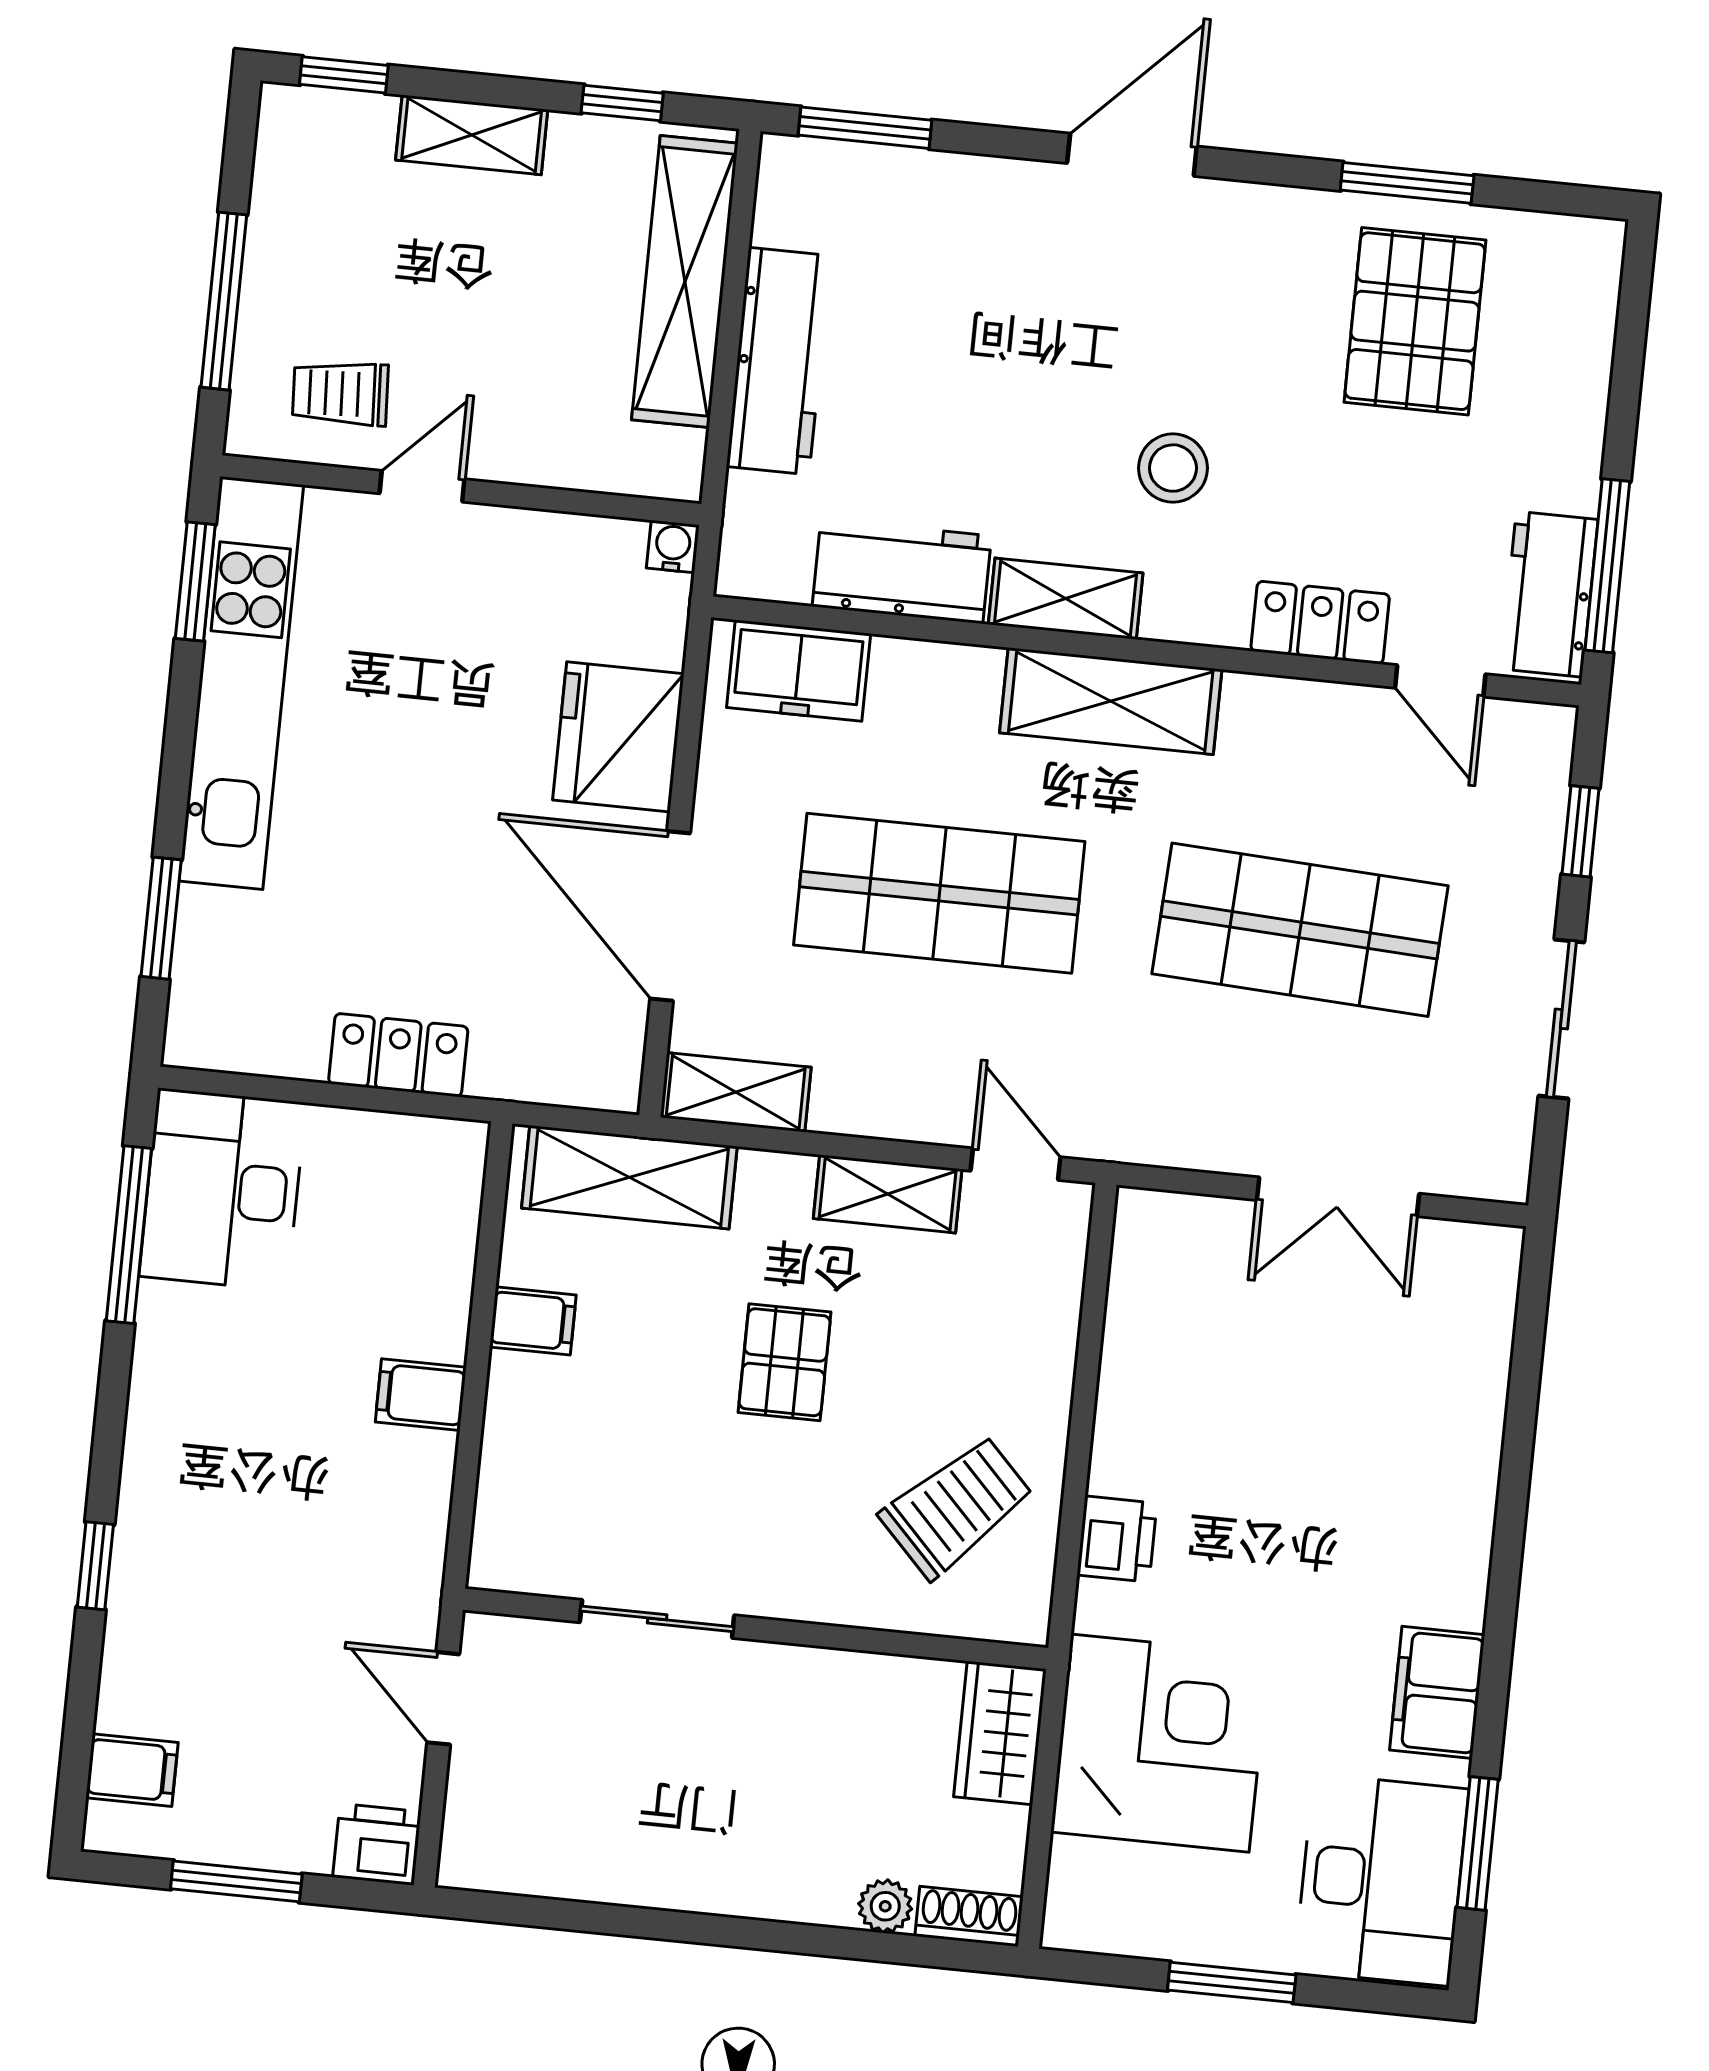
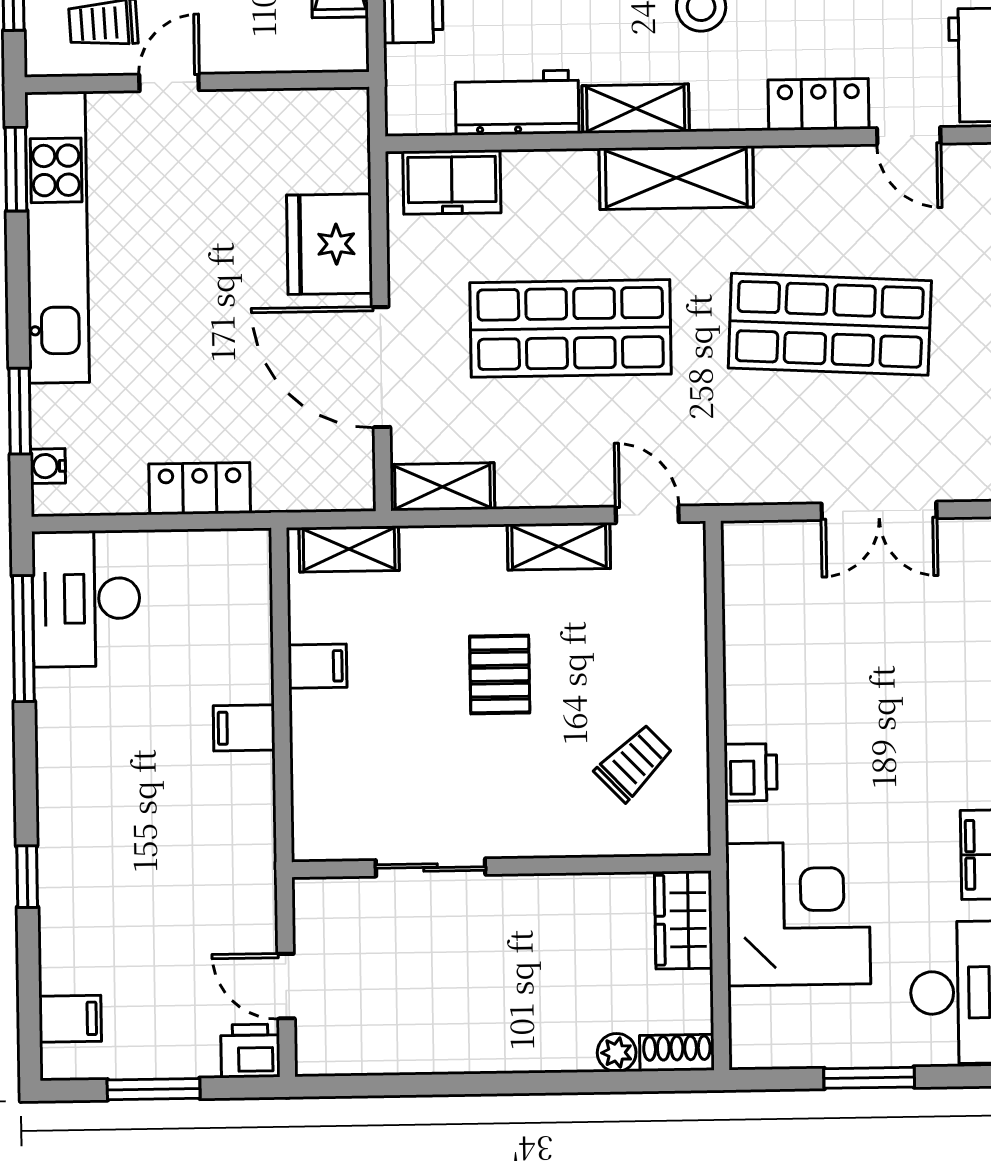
water cooler: (673, 547) -> (48, 466), moved, turned -90
shelving: (629, 1177) -> (349, 549), width x0.67, depth x0.75
trolley: (956, 1507) -> (634, 763), width x0.73, depth x0.72
door: (443, 1698) -> (286, 986), moved

